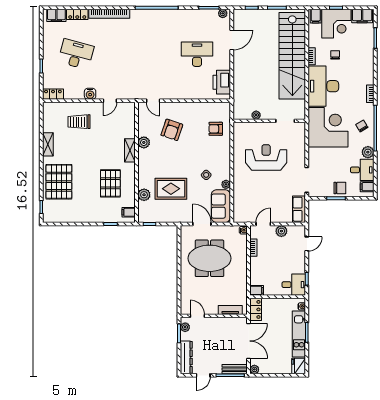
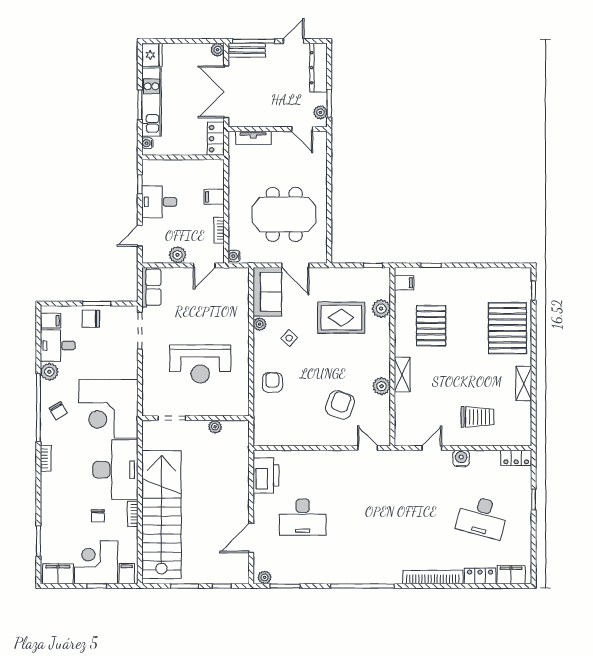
armchair: (216, 129) -> (272, 382), moved, turned -90
desk: (294, 285) -> (159, 202), moved
filing cabinet: (257, 290) -> (214, 197), moved

